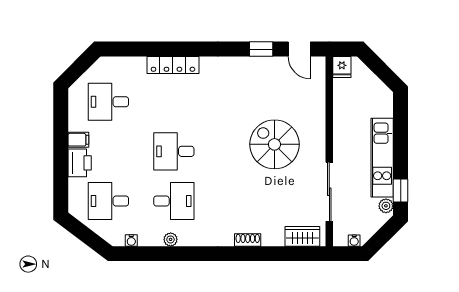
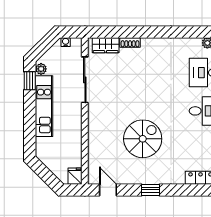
window: (261, 49) -> (151, 190), moved
spiral stairs: (274, 144) -> (143, 139), moved, turned -90
shoe rack: (248, 240) -> (130, 42), moved

